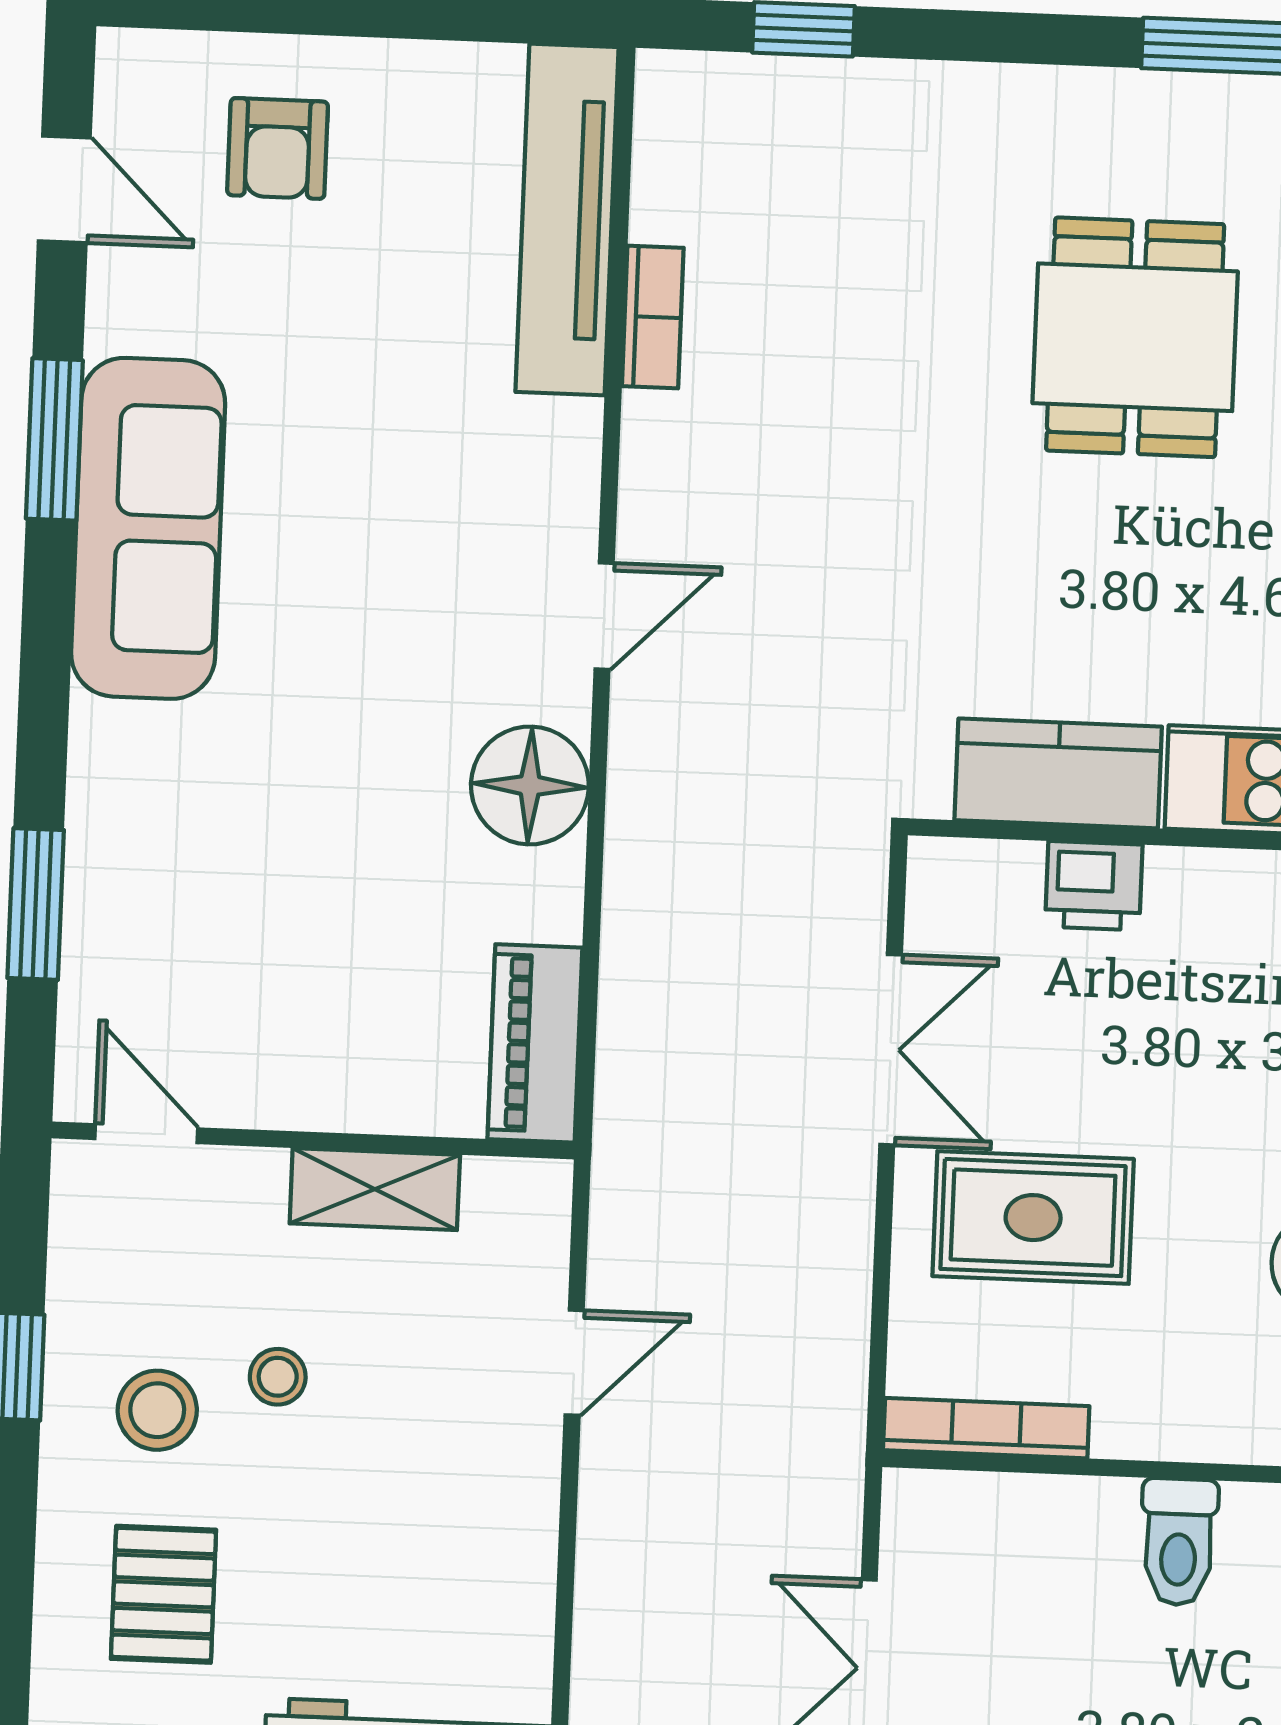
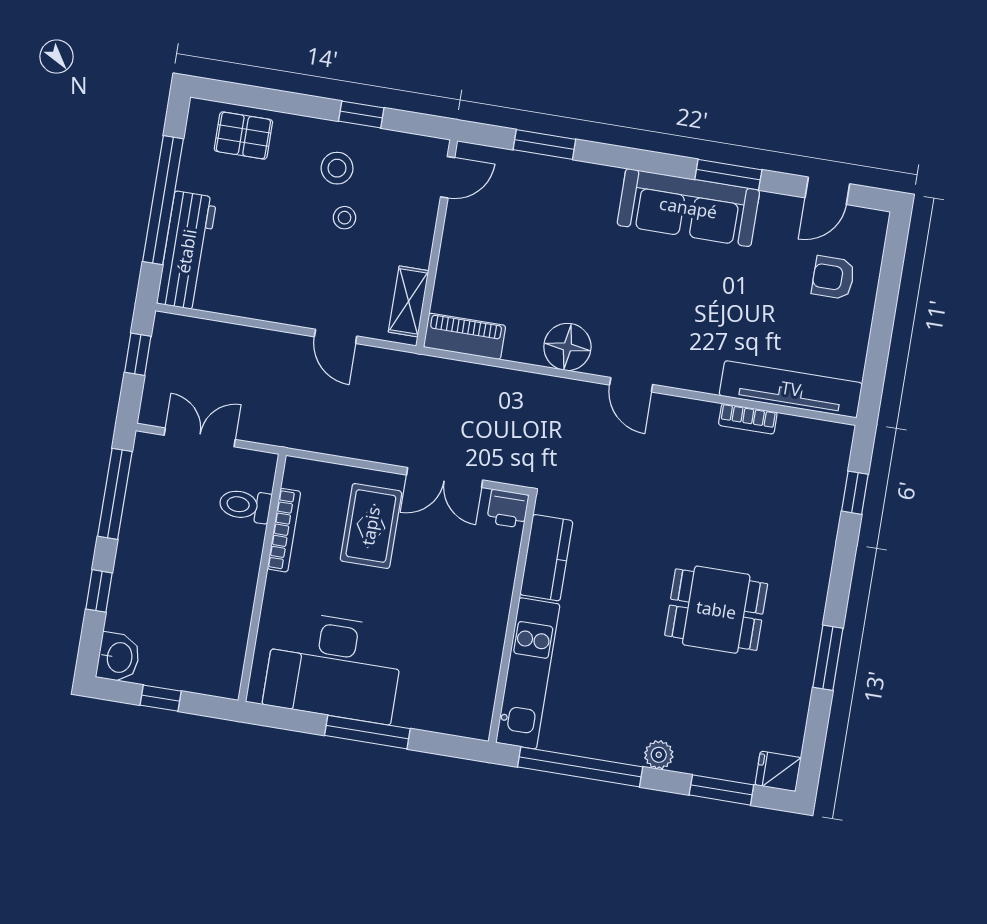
printer: (1094, 886) -> (508, 509), moved, turned -90
shelving: (375, 1189) -> (409, 301), moved
bookcase: (986, 1428) -> (284, 530), moved
toilet: (1179, 1542) -> (245, 505), moved
pallet: (164, 1594) -> (243, 135), moved

